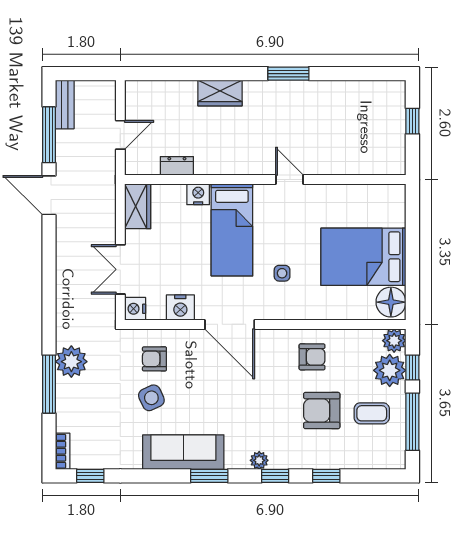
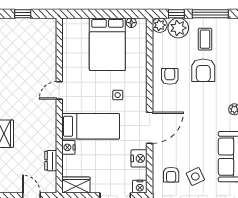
floor lamp: (391, 302) -> (131, 23), width x0.53, depth x0.53

